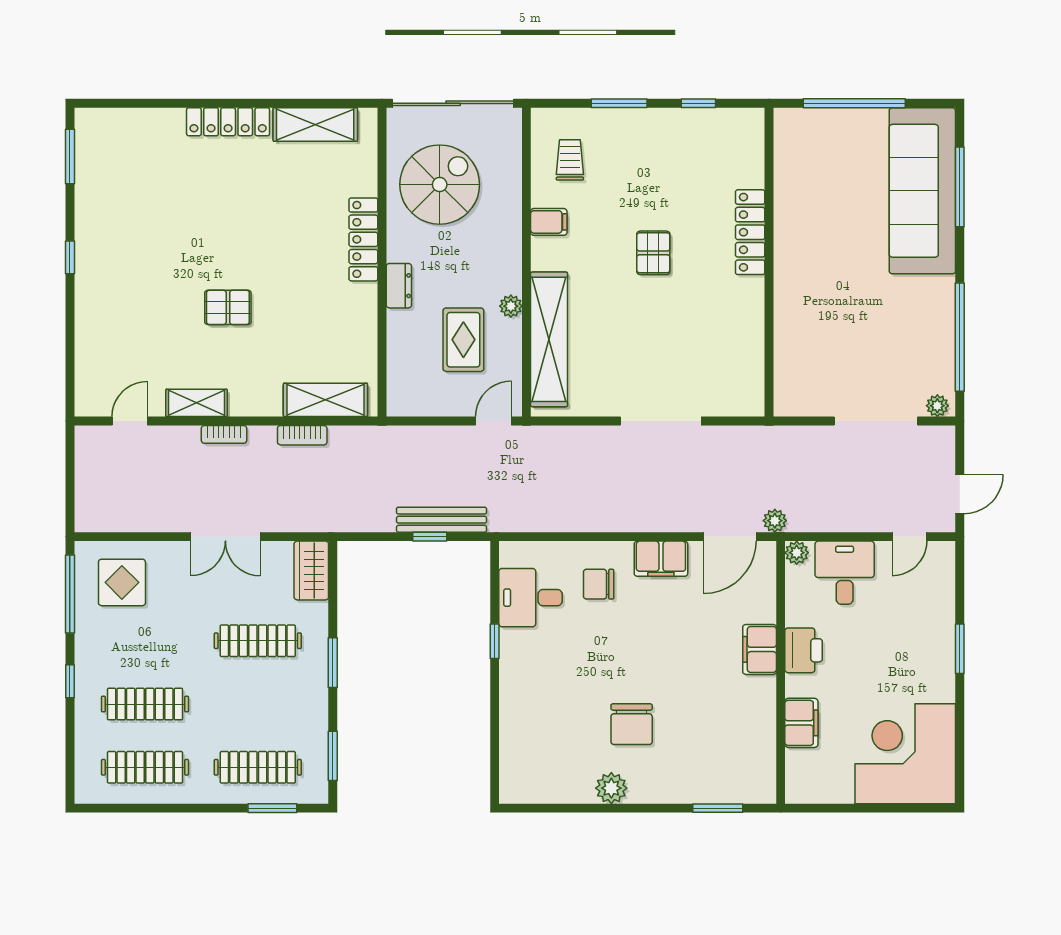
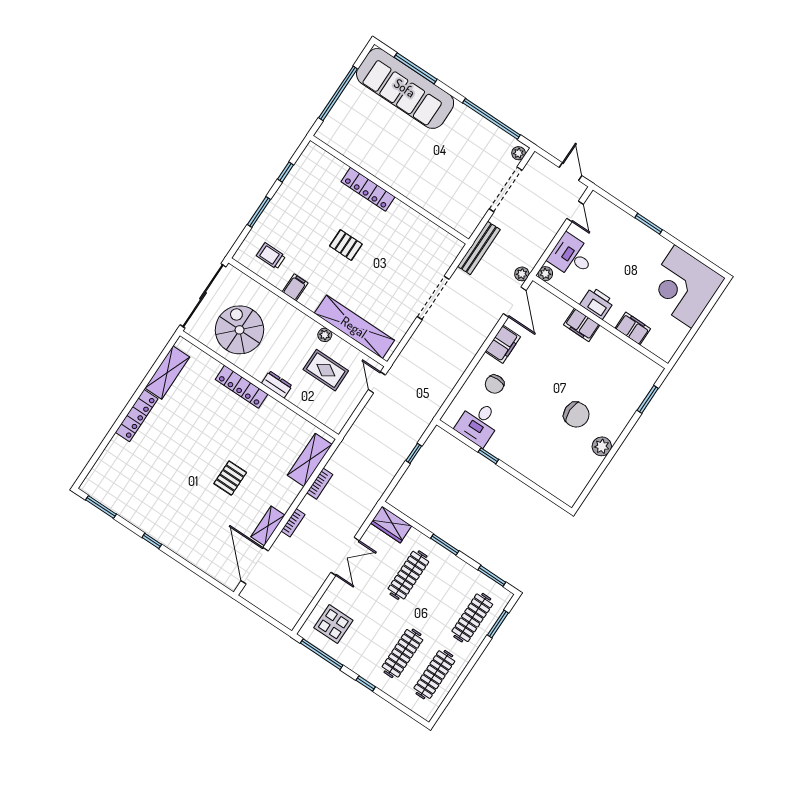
door: (130, 421) -> (255, 566), width x1.87
bench: (442, 520) -> (479, 248), moved

